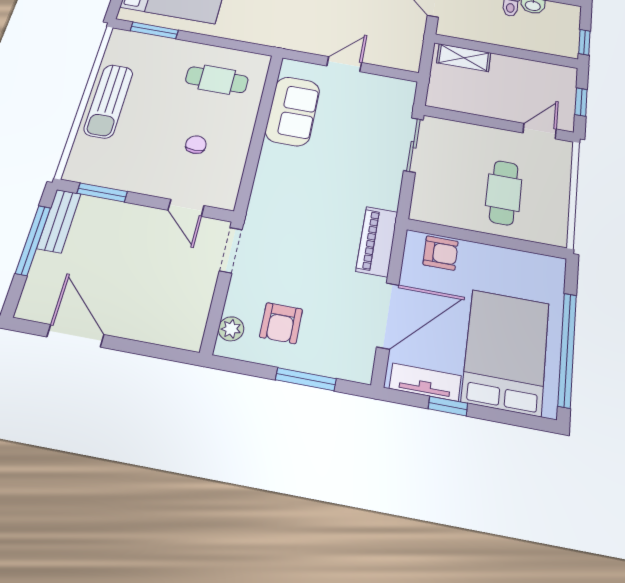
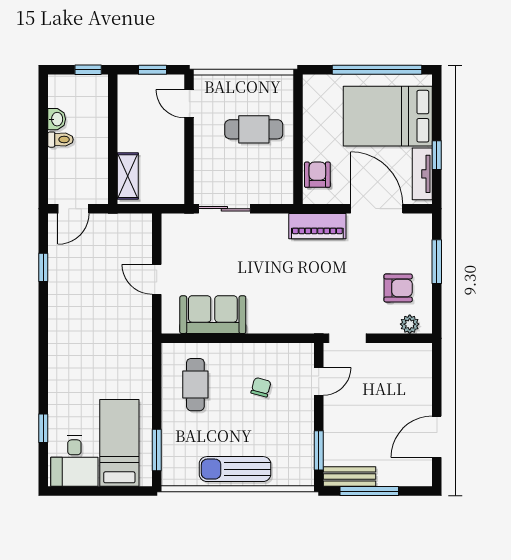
sun lounger: (109, 101) -> (235, 469), turned 180
chair: (196, 145) -> (261, 387), turned 105

